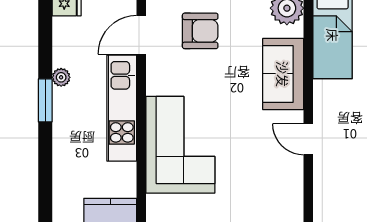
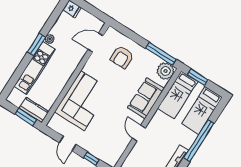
armchair: (200, 31) -> (122, 57), turned 90
kitchen unit: (122, 108) -> (35, 68), moved, turned 180

